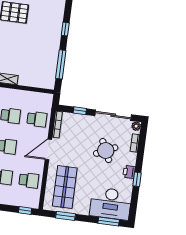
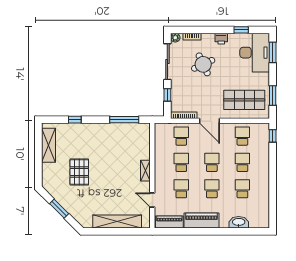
window: (65, 29) -> (75, 120), moved
window: (137, 179) -> (241, 30), moved

